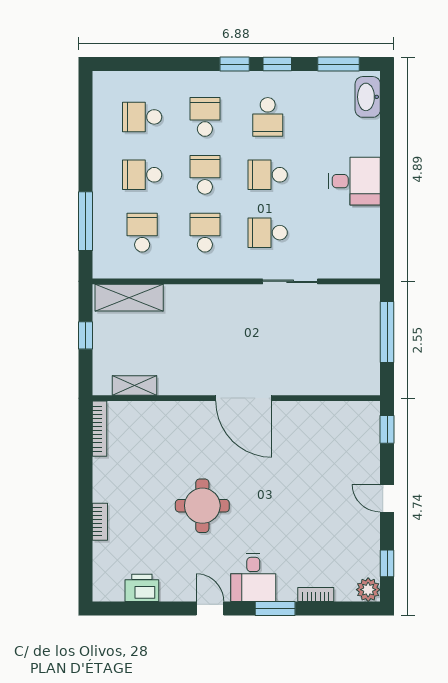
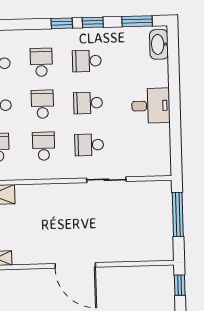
school desk: (268, 117) -> (87, 61), turned 90

